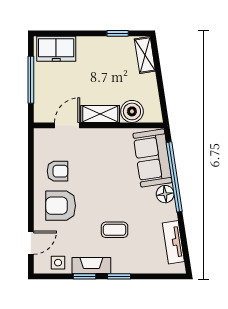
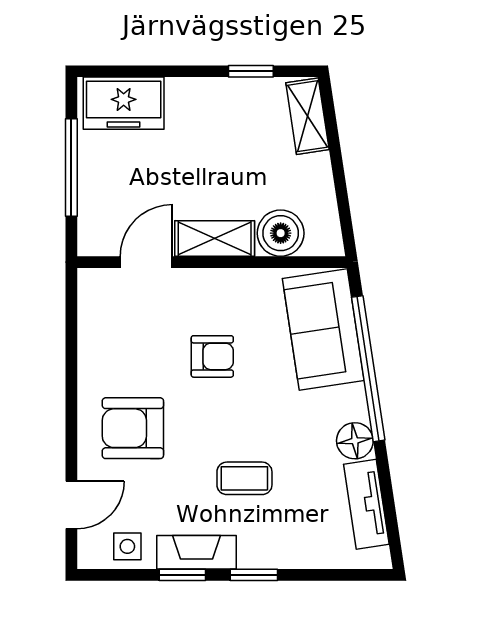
armchair: (58, 171) -> (212, 356), moved
floor lamp: (165, 194) -> (355, 441), moved

